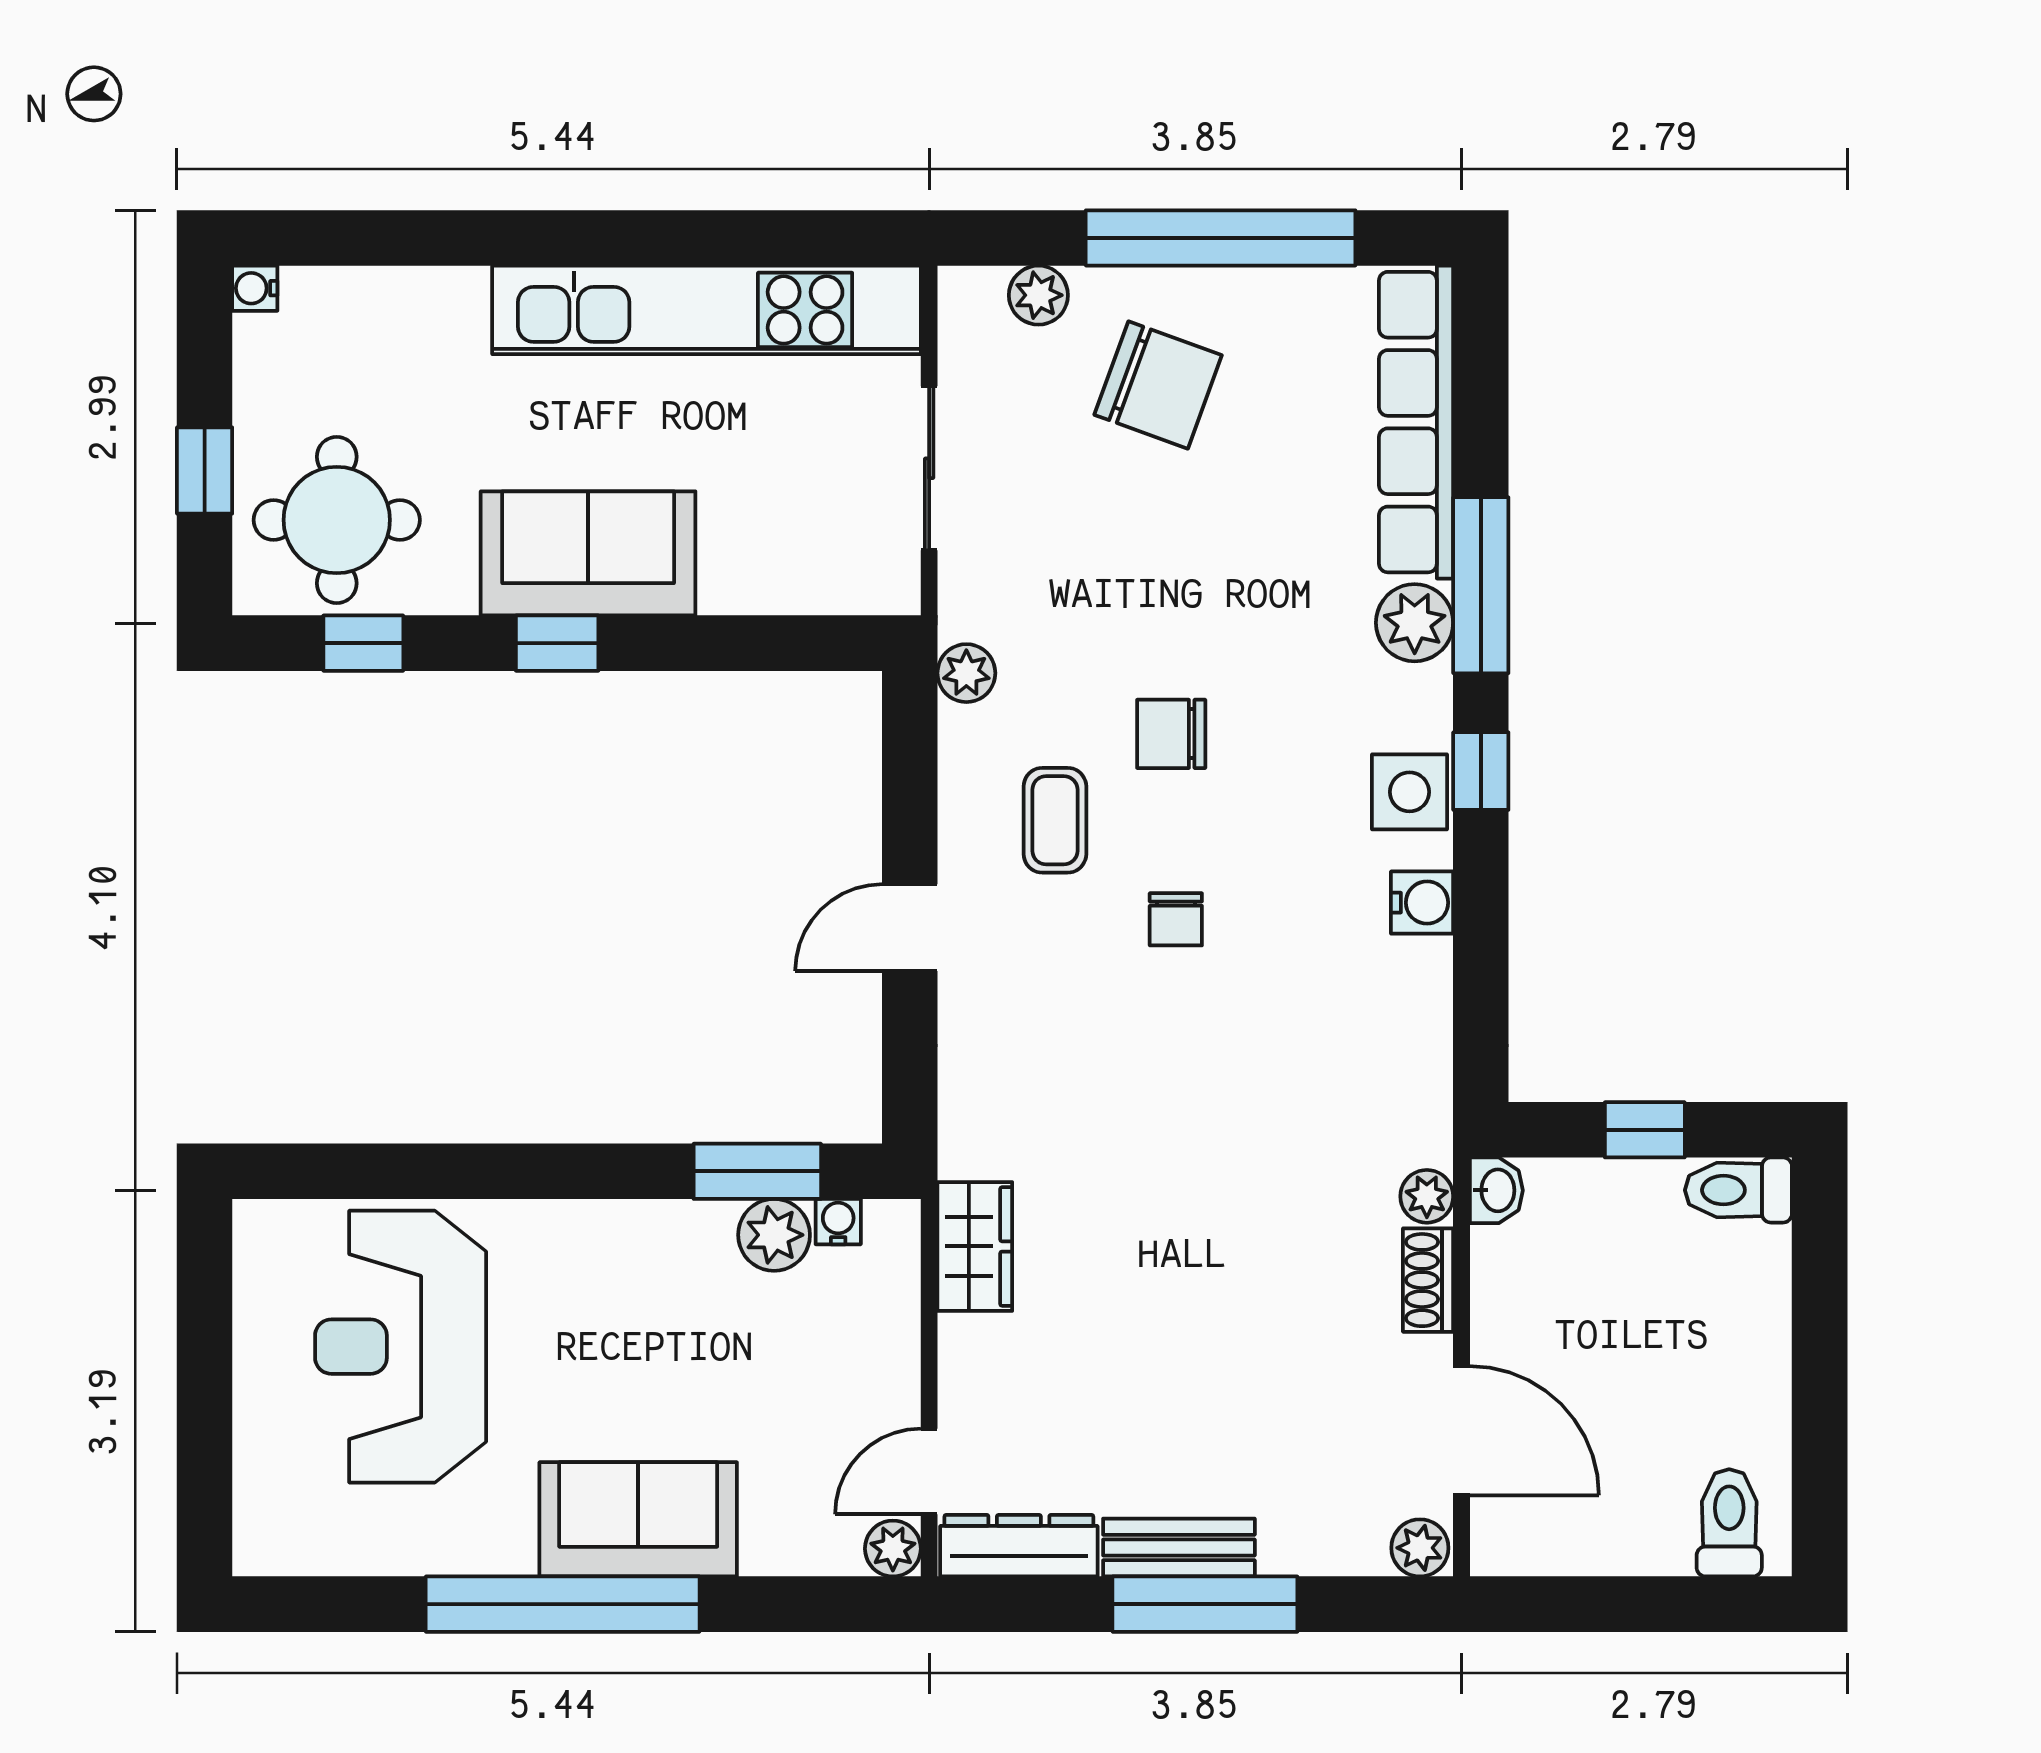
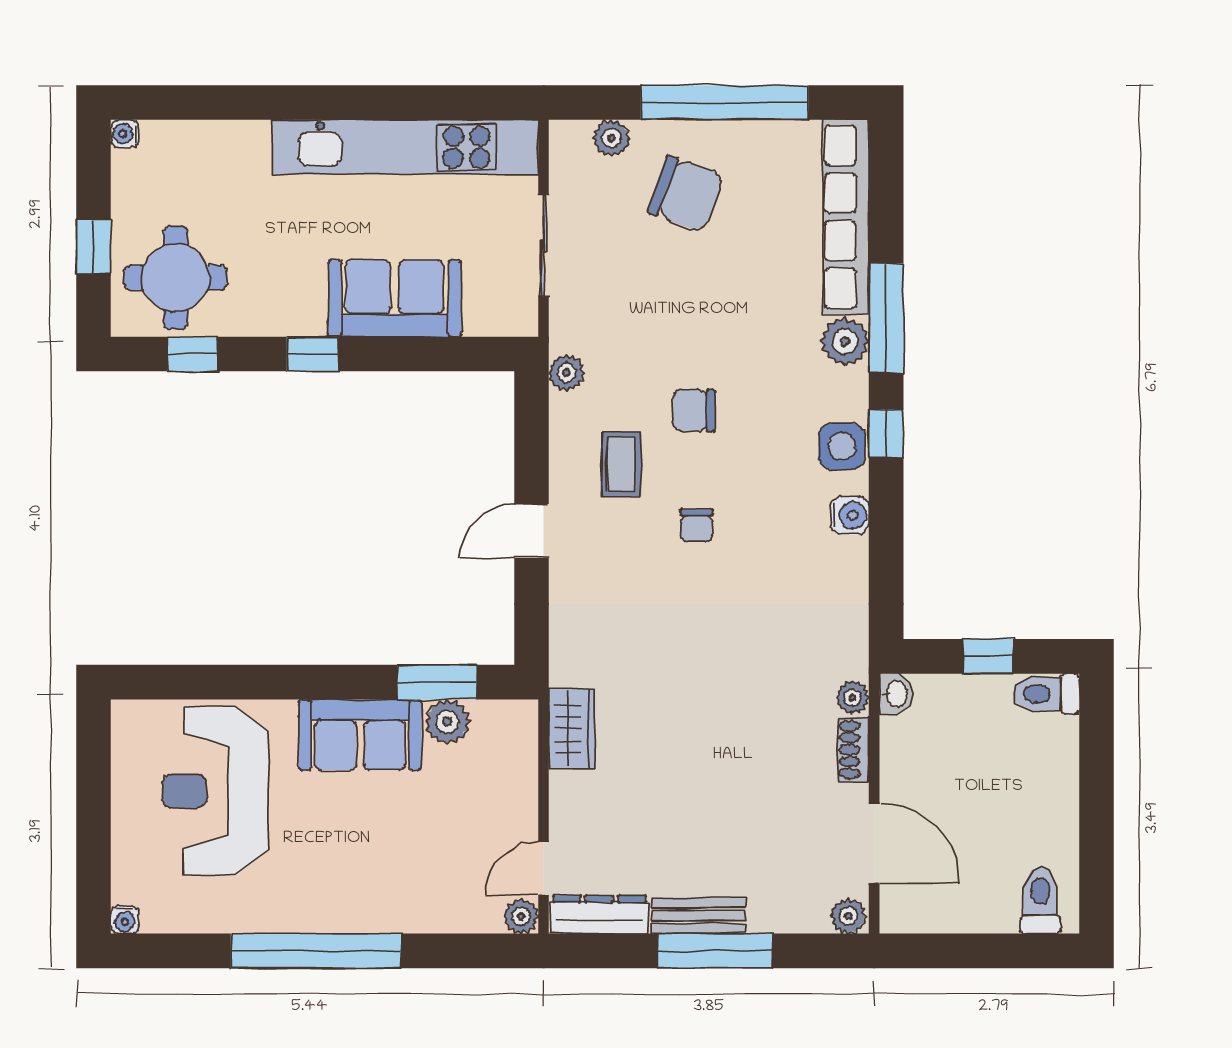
sofa: (588, 553) -> (395, 298), moved
water cooler: (838, 1222) -> (125, 920), moved, turned 180
sofa: (638, 1519) -> (360, 735), moved, turned 180

